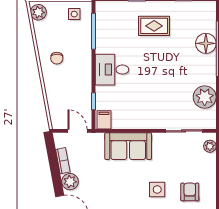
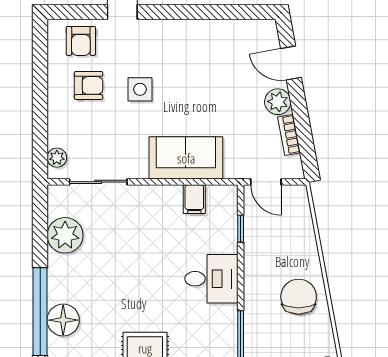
chair: (57, 58) -> (299, 297), width x1.87, depth x1.87
filing cabinet: (104, 120) -> (194, 199), moved
armchair: (190, 192) -> (89, 85), turned -90

